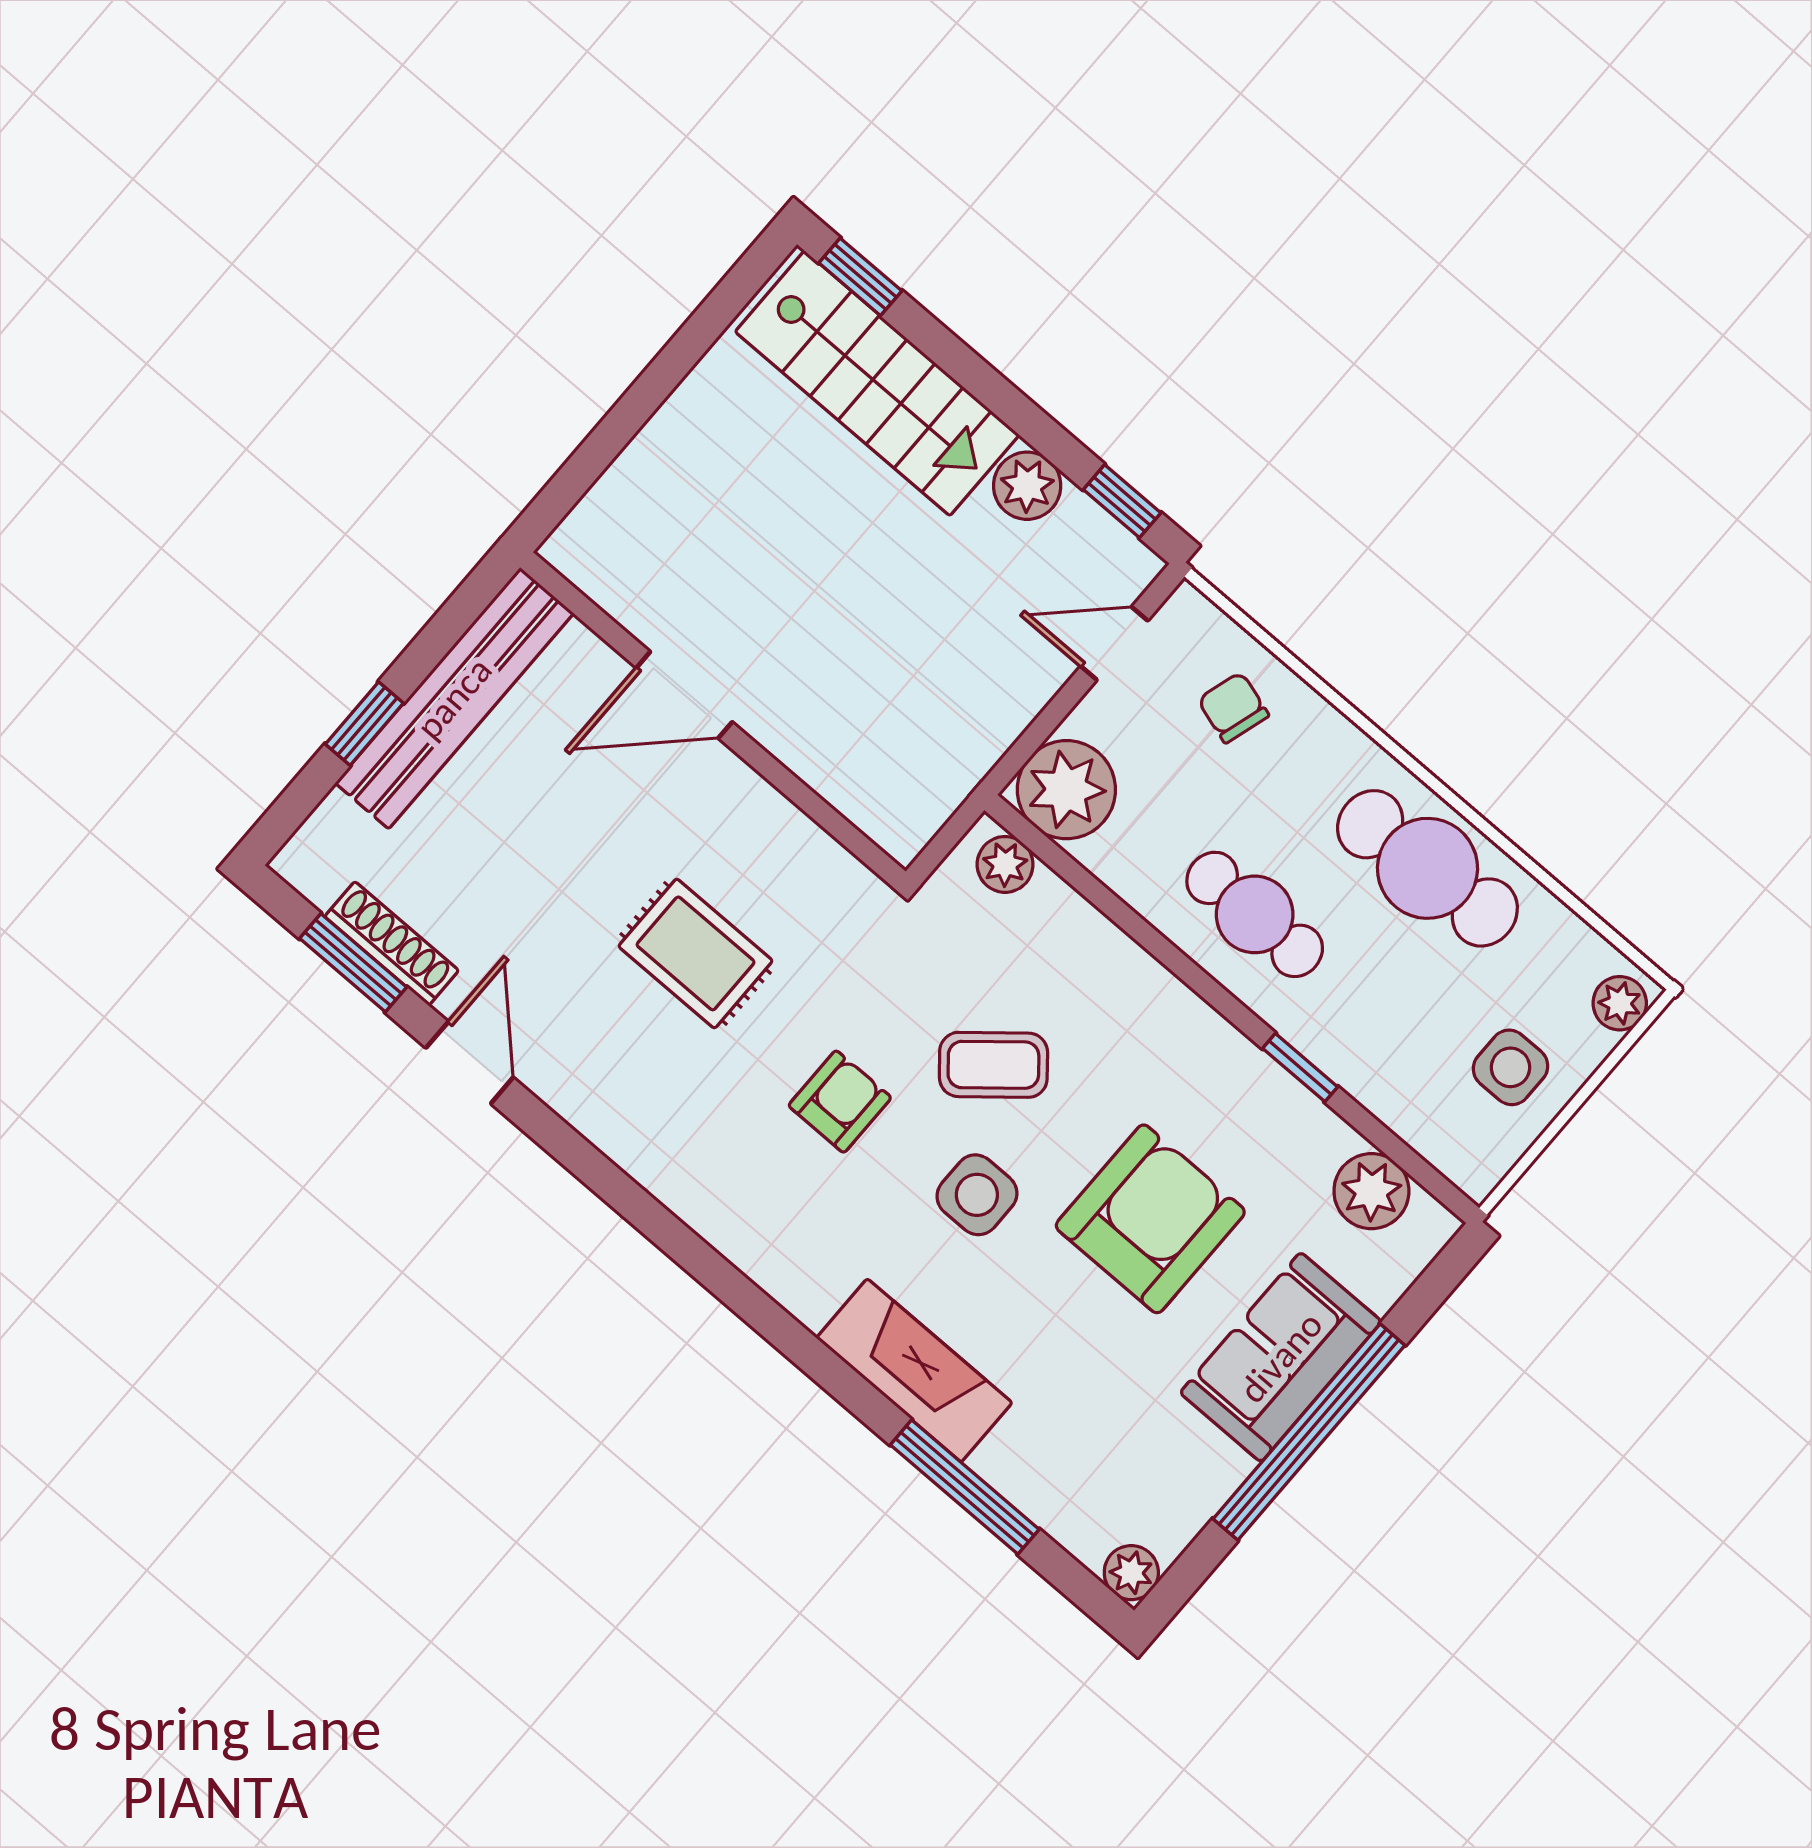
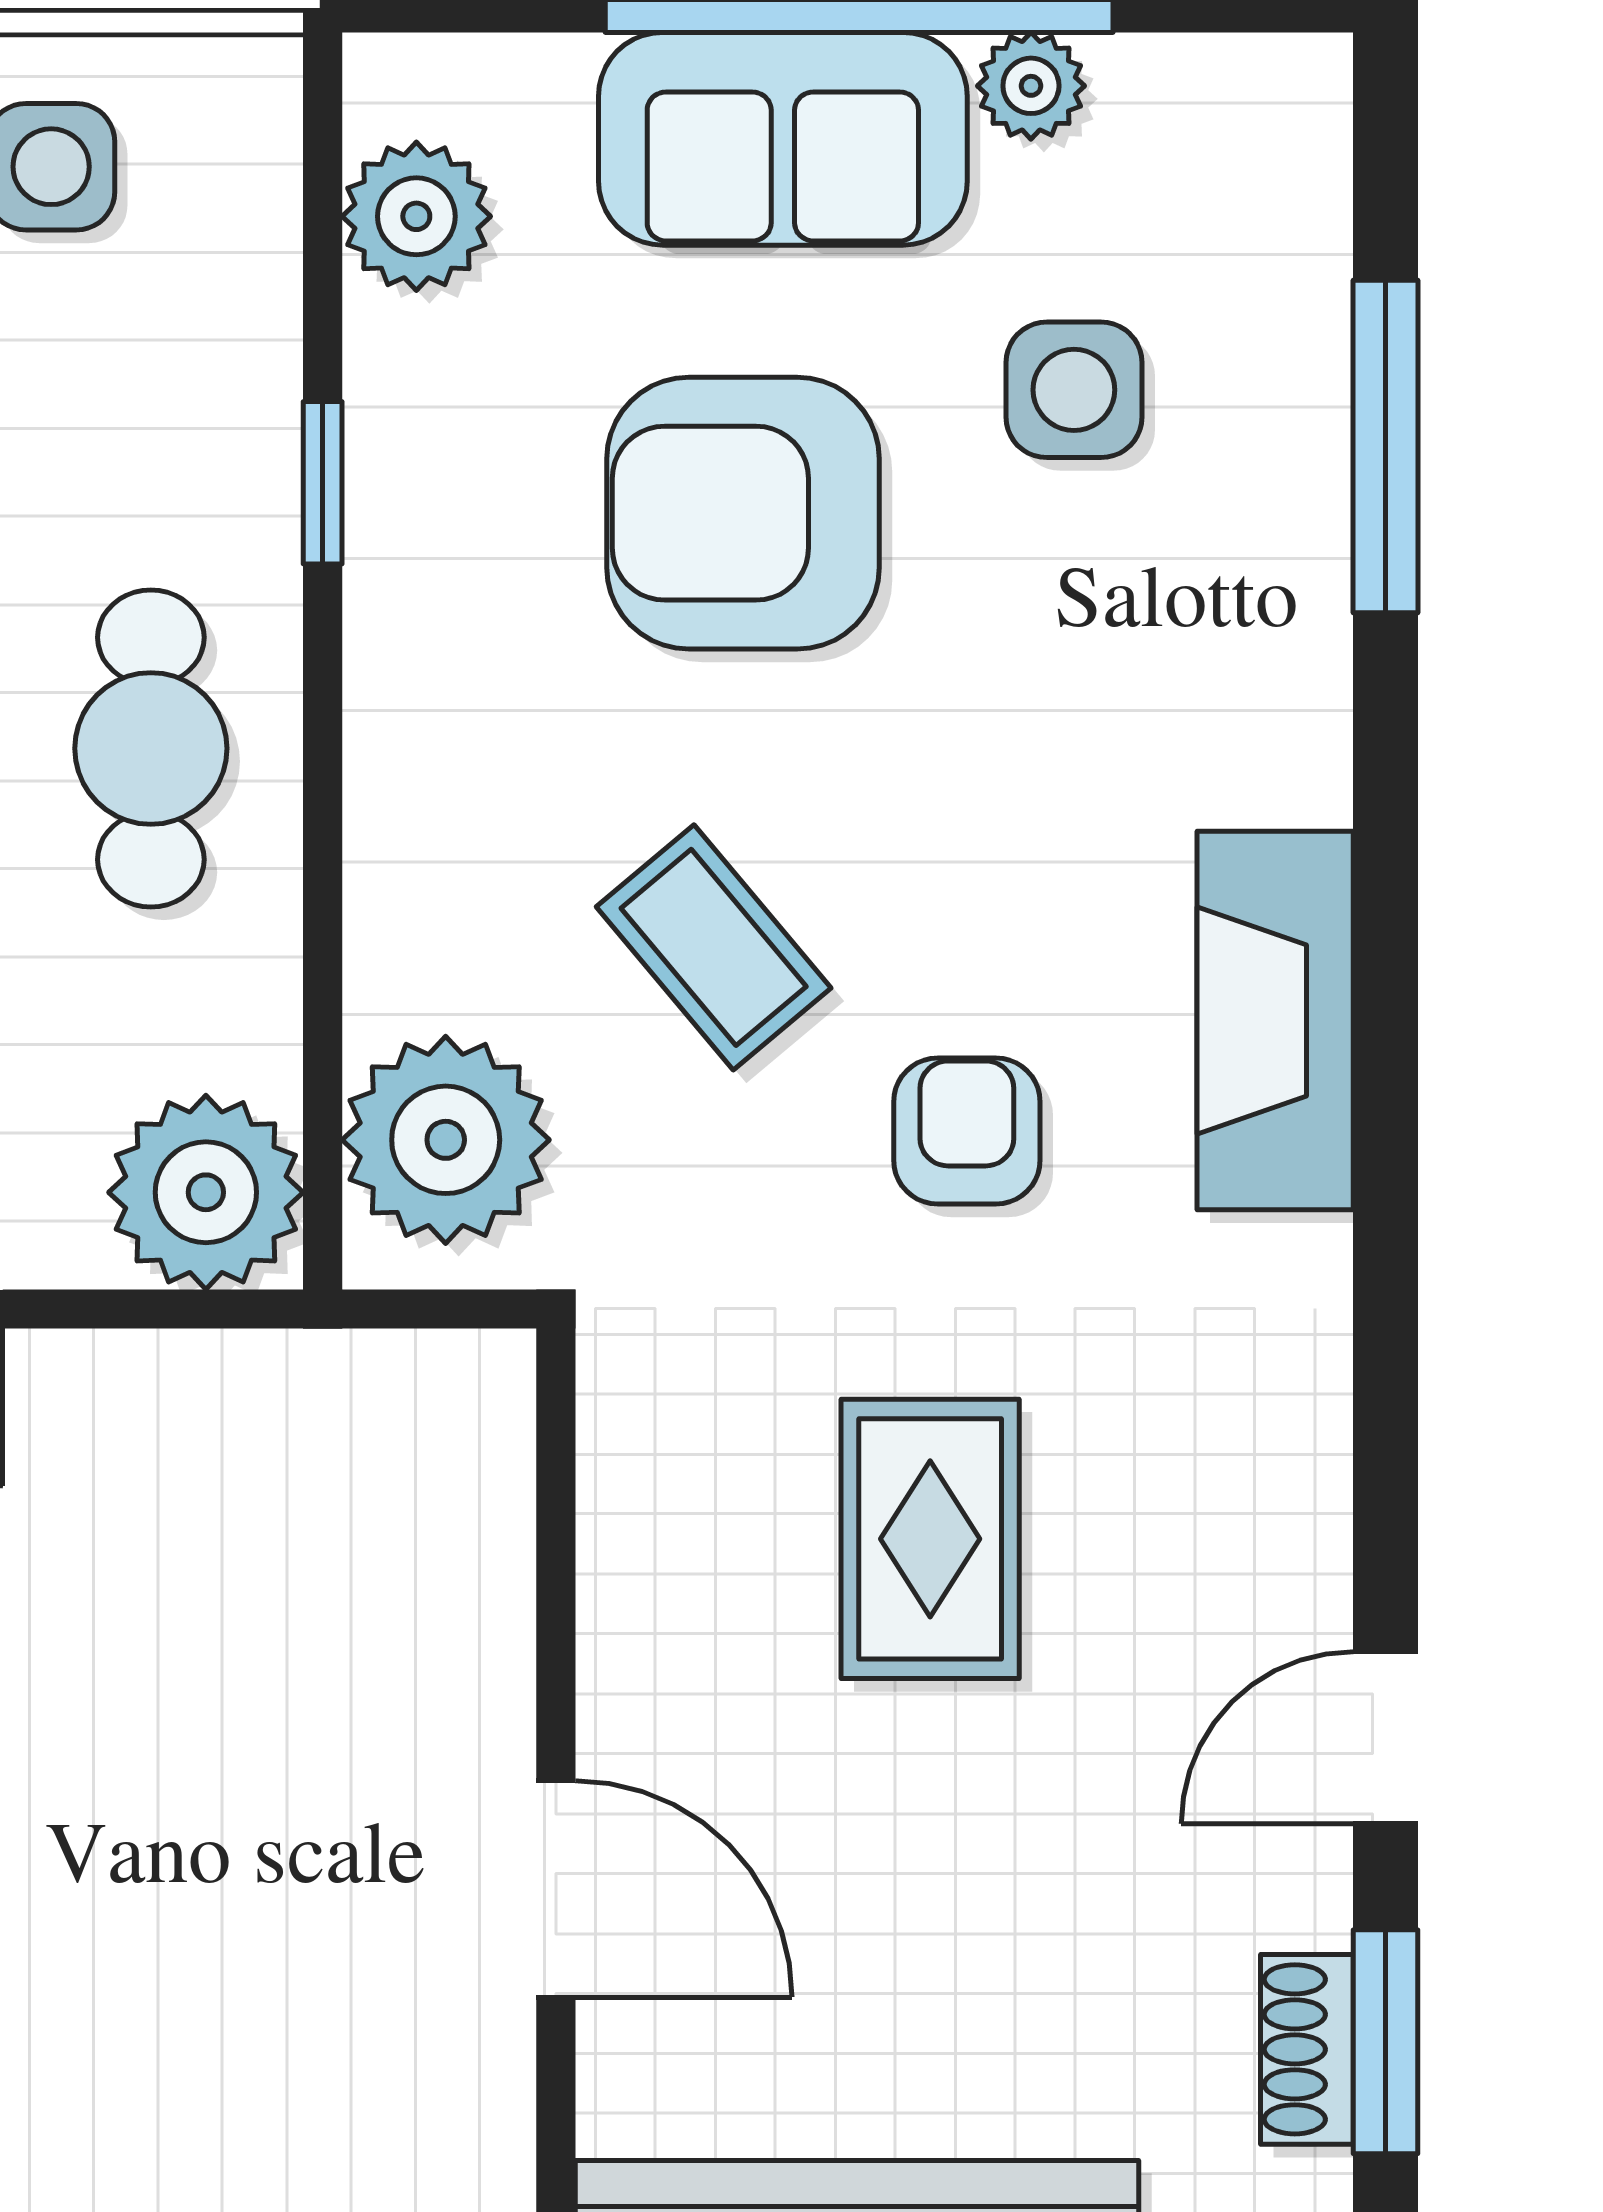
plant: (1005, 864) -> (446, 1140), width x1.88, depth x1.88
shoe rack: (392, 944) -> (1307, 2049), width x0.70
armchair: (840, 1102) -> (967, 1131), turned 90
side table: (977, 1195) -> (1074, 390), moved
fireplace: (914, 1370) -> (1275, 1020), moved
plant: (1131, 1573) -> (1031, 86), moved

